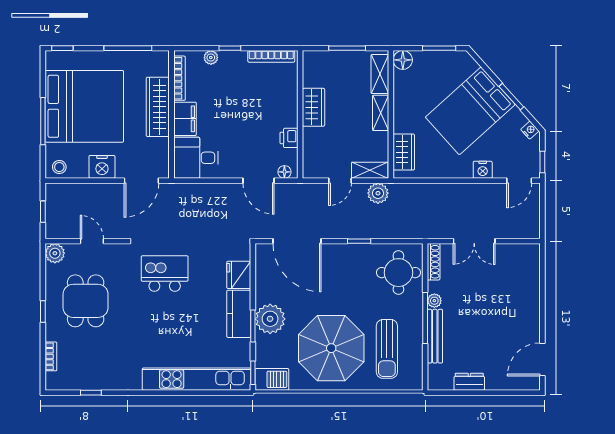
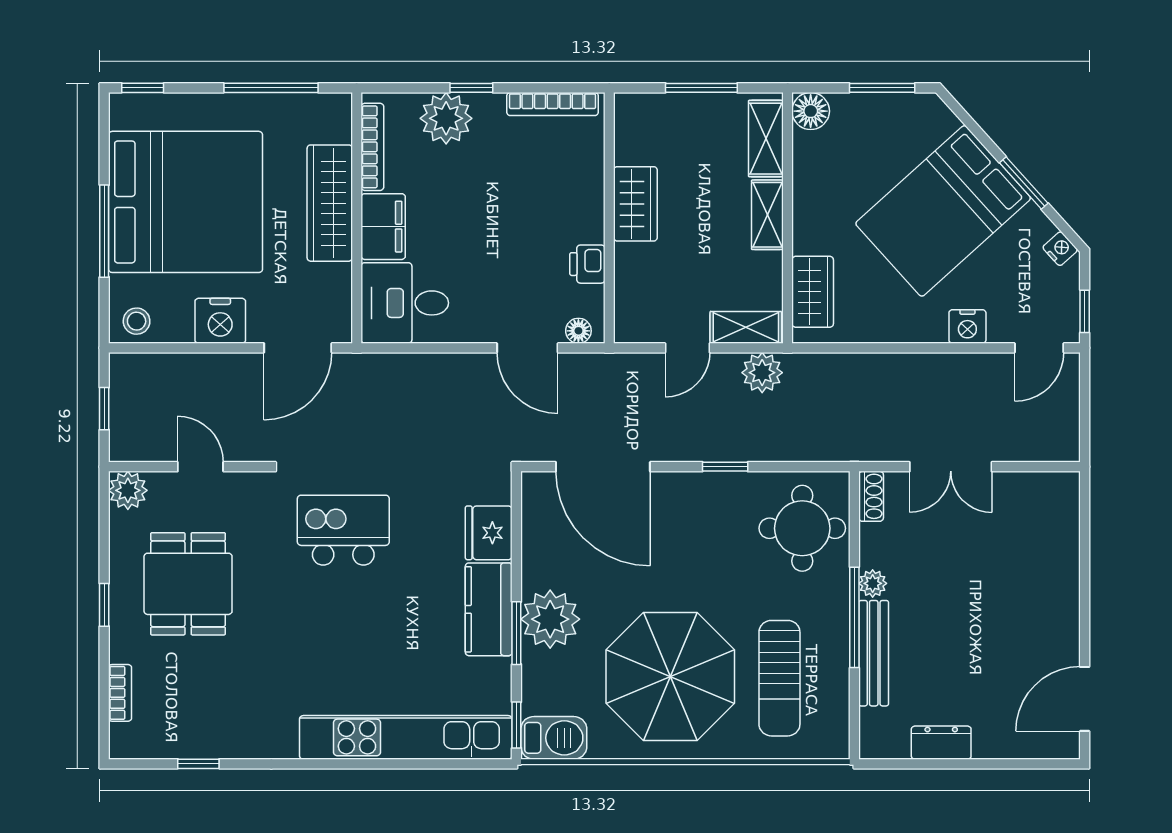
plant: (211, 58) -> (446, 118), width x1.87, depth x1.87
shoe rack: (434, 262) -> (871, 496), width x0.70

